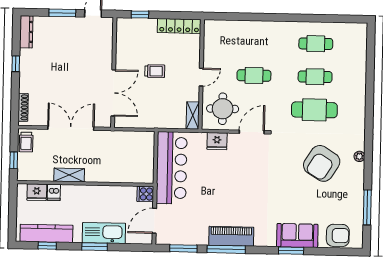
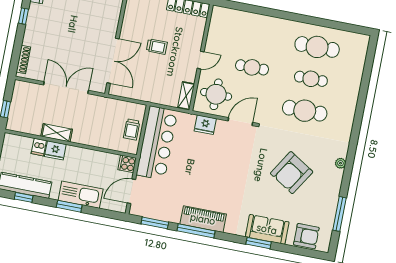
cafe table: (316, 44) -> (317, 47), width x1.37, depth x1.35
trolley: (26, 142) -> (132, 130), moved
armchair: (322, 163) -> (292, 173), moved
fridge: (37, 192) -> (55, 150), moved

